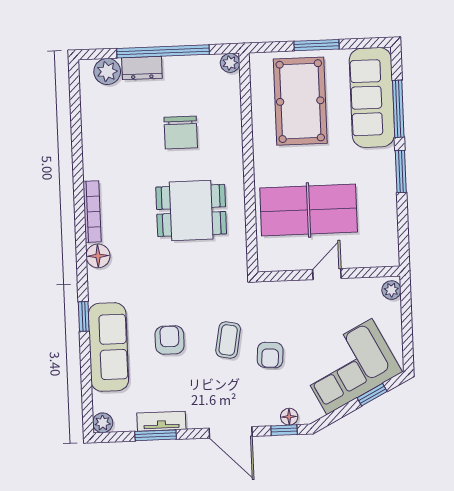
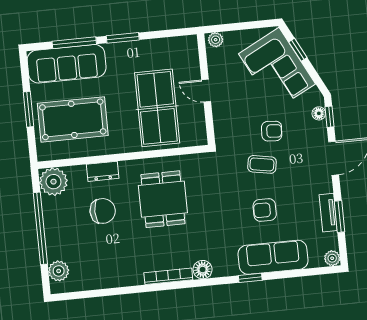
plant: (230, 63) -> (53, 182), width x1.88, depth x1.88
dresser: (142, 68) -> (103, 171), moved, turned 90

